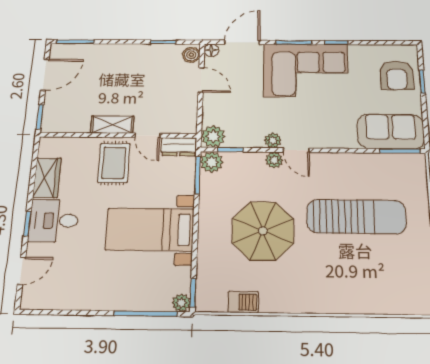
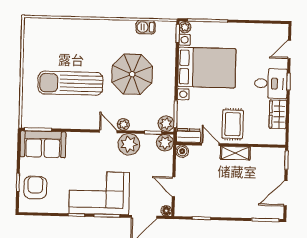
boiler: (191, 55) -> (182, 151), moved
plant: (273, 140) -> (129, 144), width x1.88, depth x1.88
bed with nightstands: (150, 229) -> (207, 68), width x1.36

